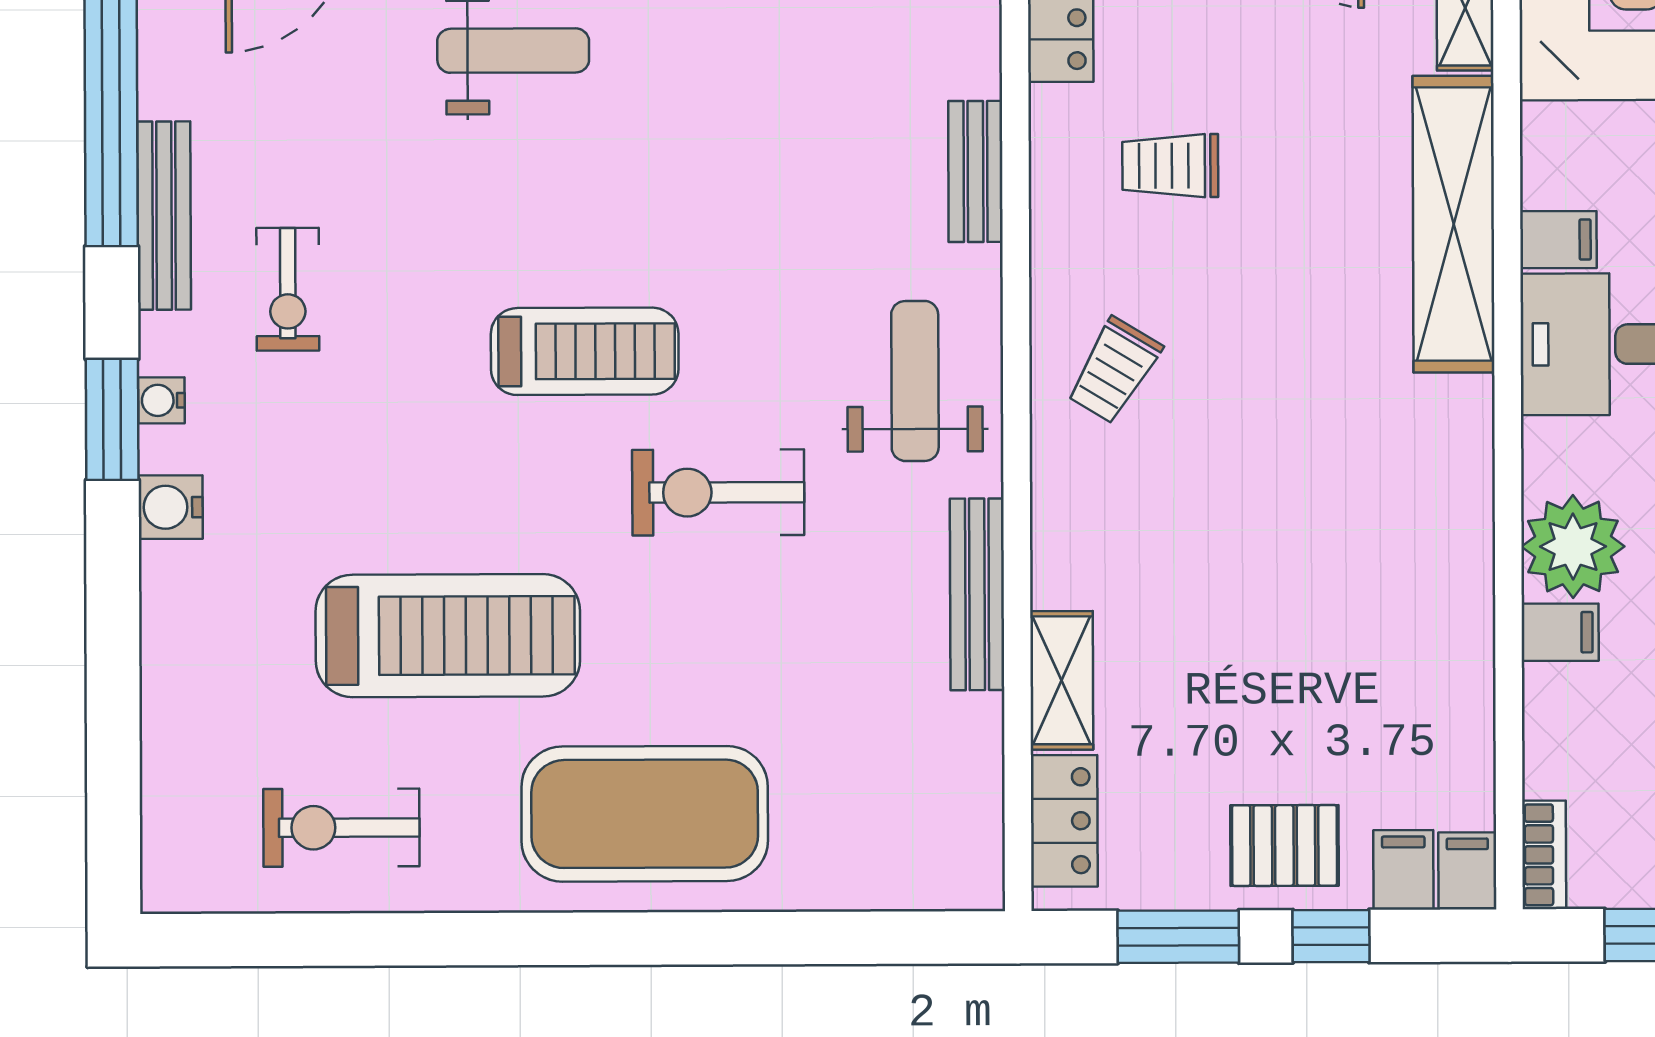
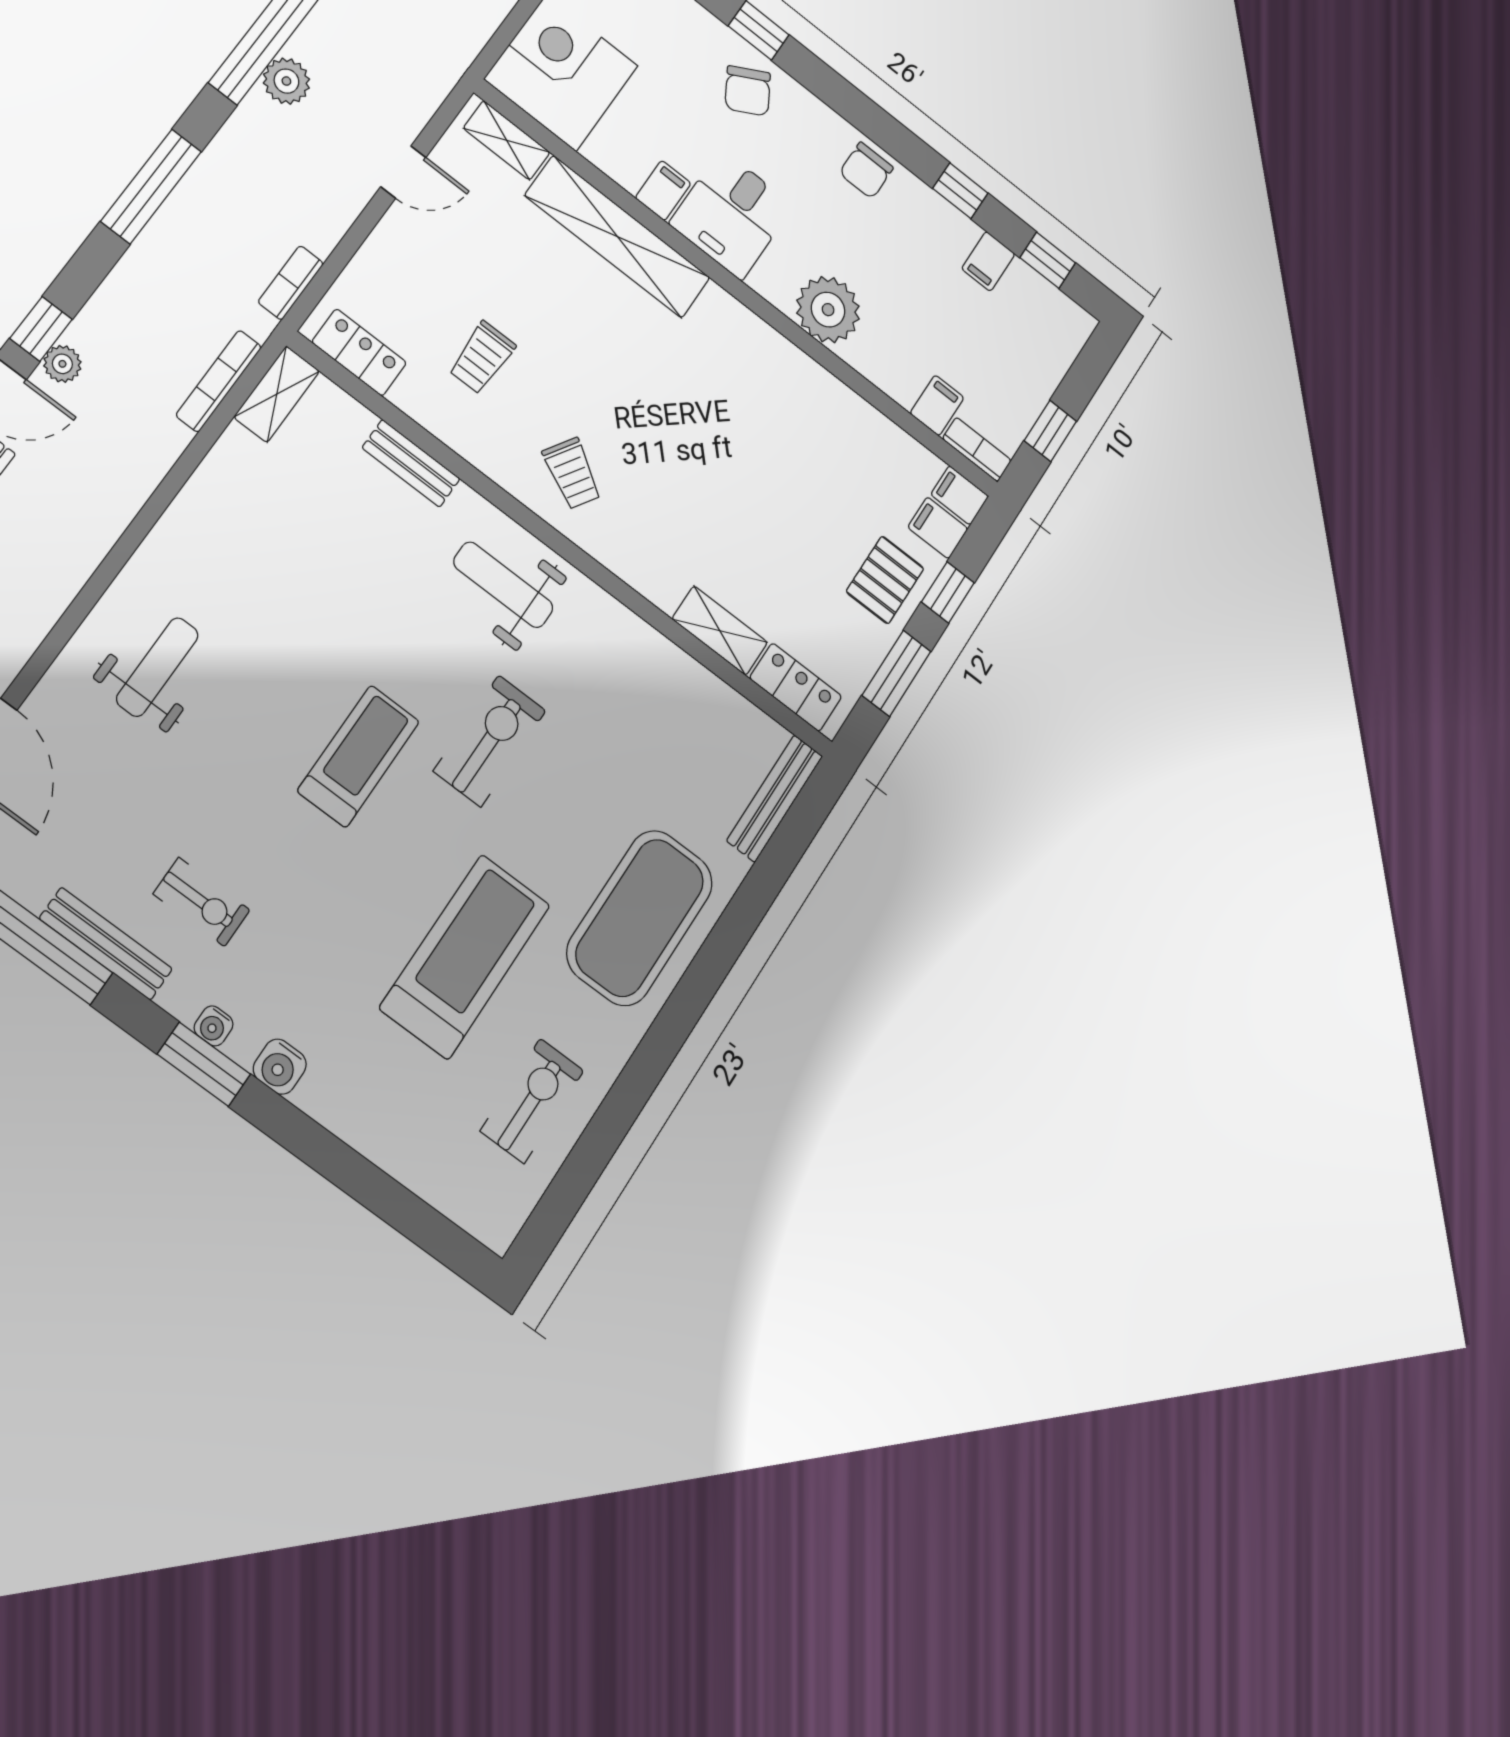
exercise bike: (718, 492) -> (490, 741), turned 180
bench: (977, 594) -> (775, 798), moved, turned 90
filing cabinet: (1560, 632) -> (937, 405), moved
exercise bike: (341, 828) -> (532, 1101), turned 180

